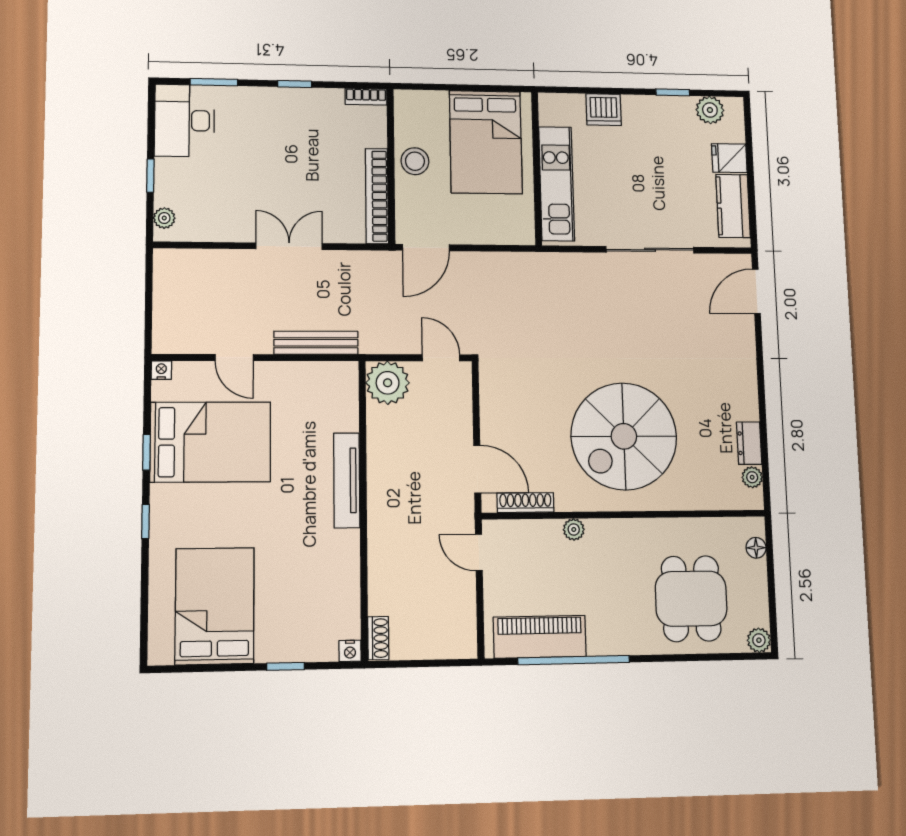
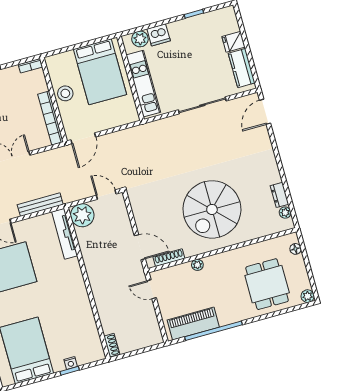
plant: (710, 110) -> (140, 39), moved
tv unit: (347, 480) -> (65, 234), moved
nightstand: (350, 651) -> (71, 363), moved

